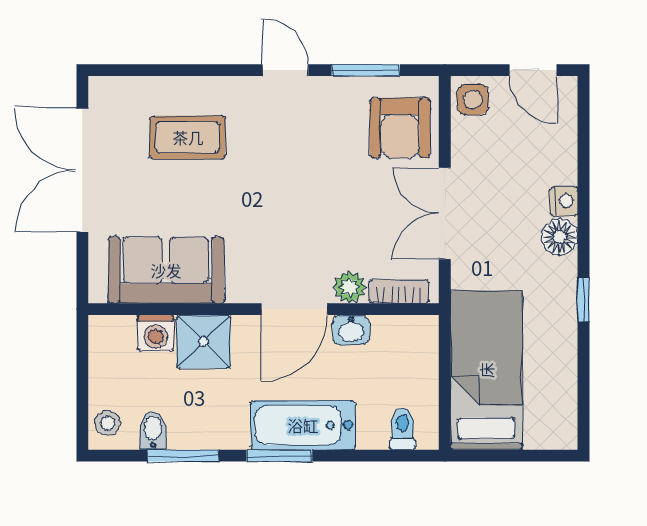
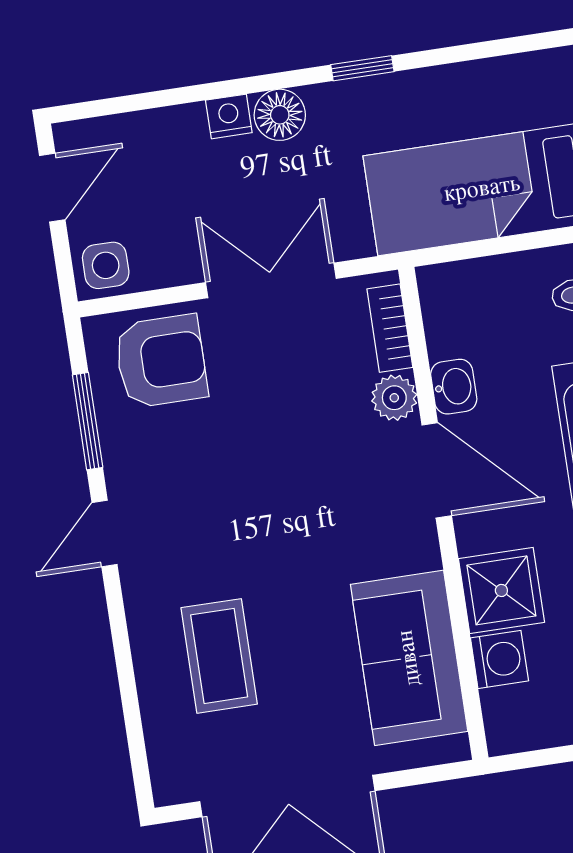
double door: (445, 213) -> (271, 280), swing flipped

